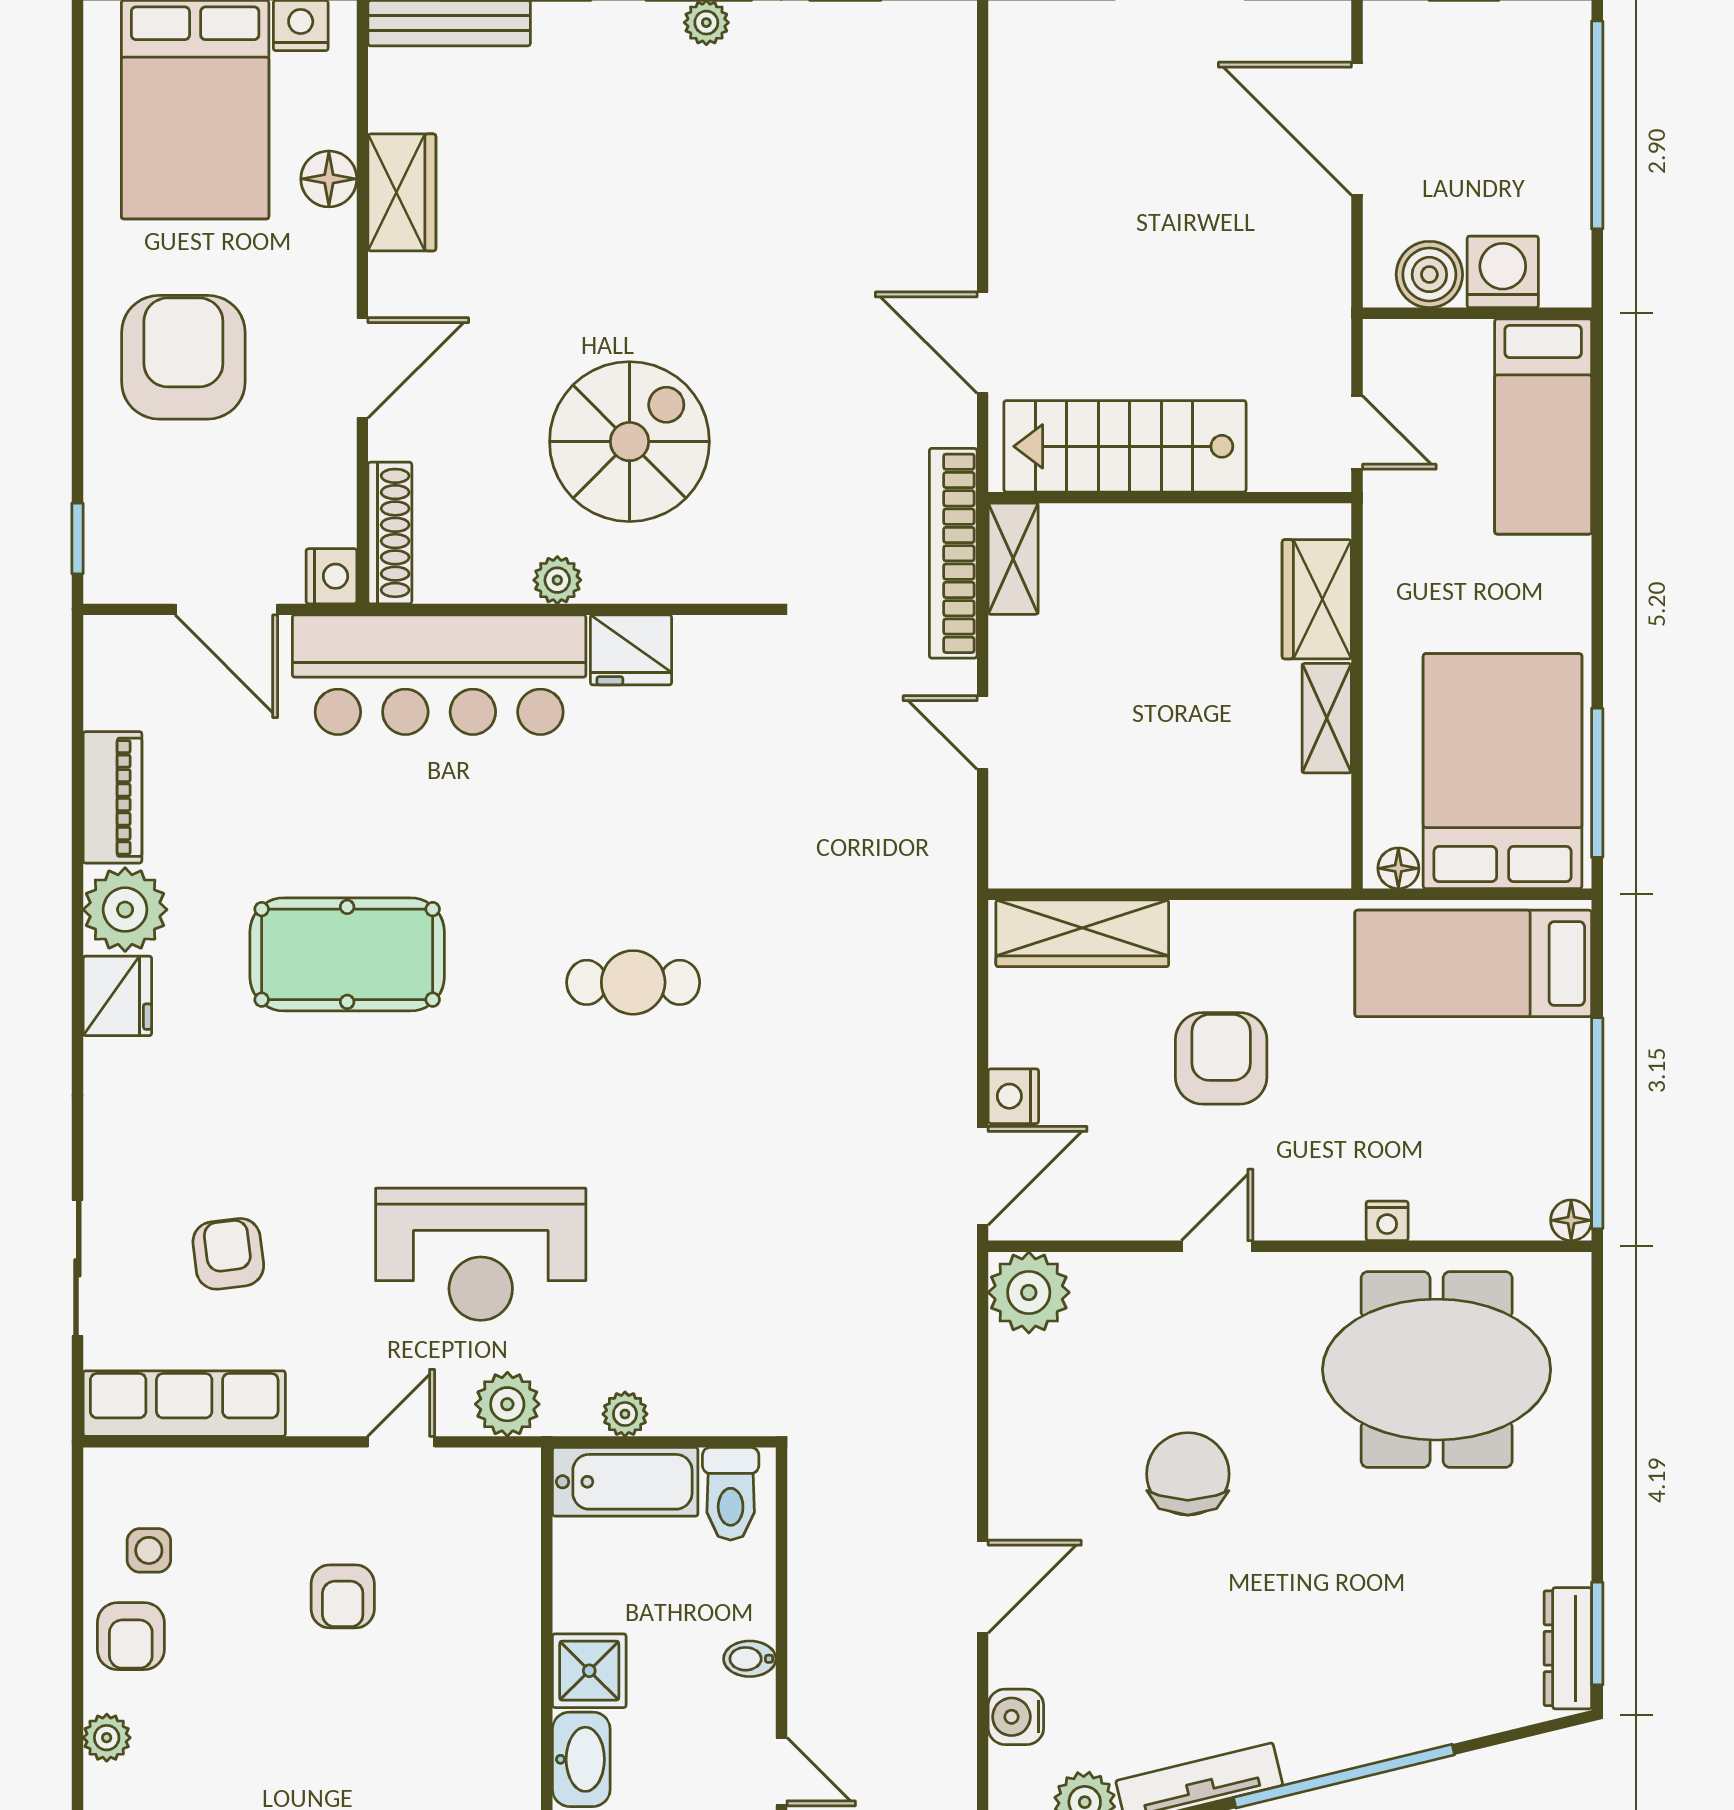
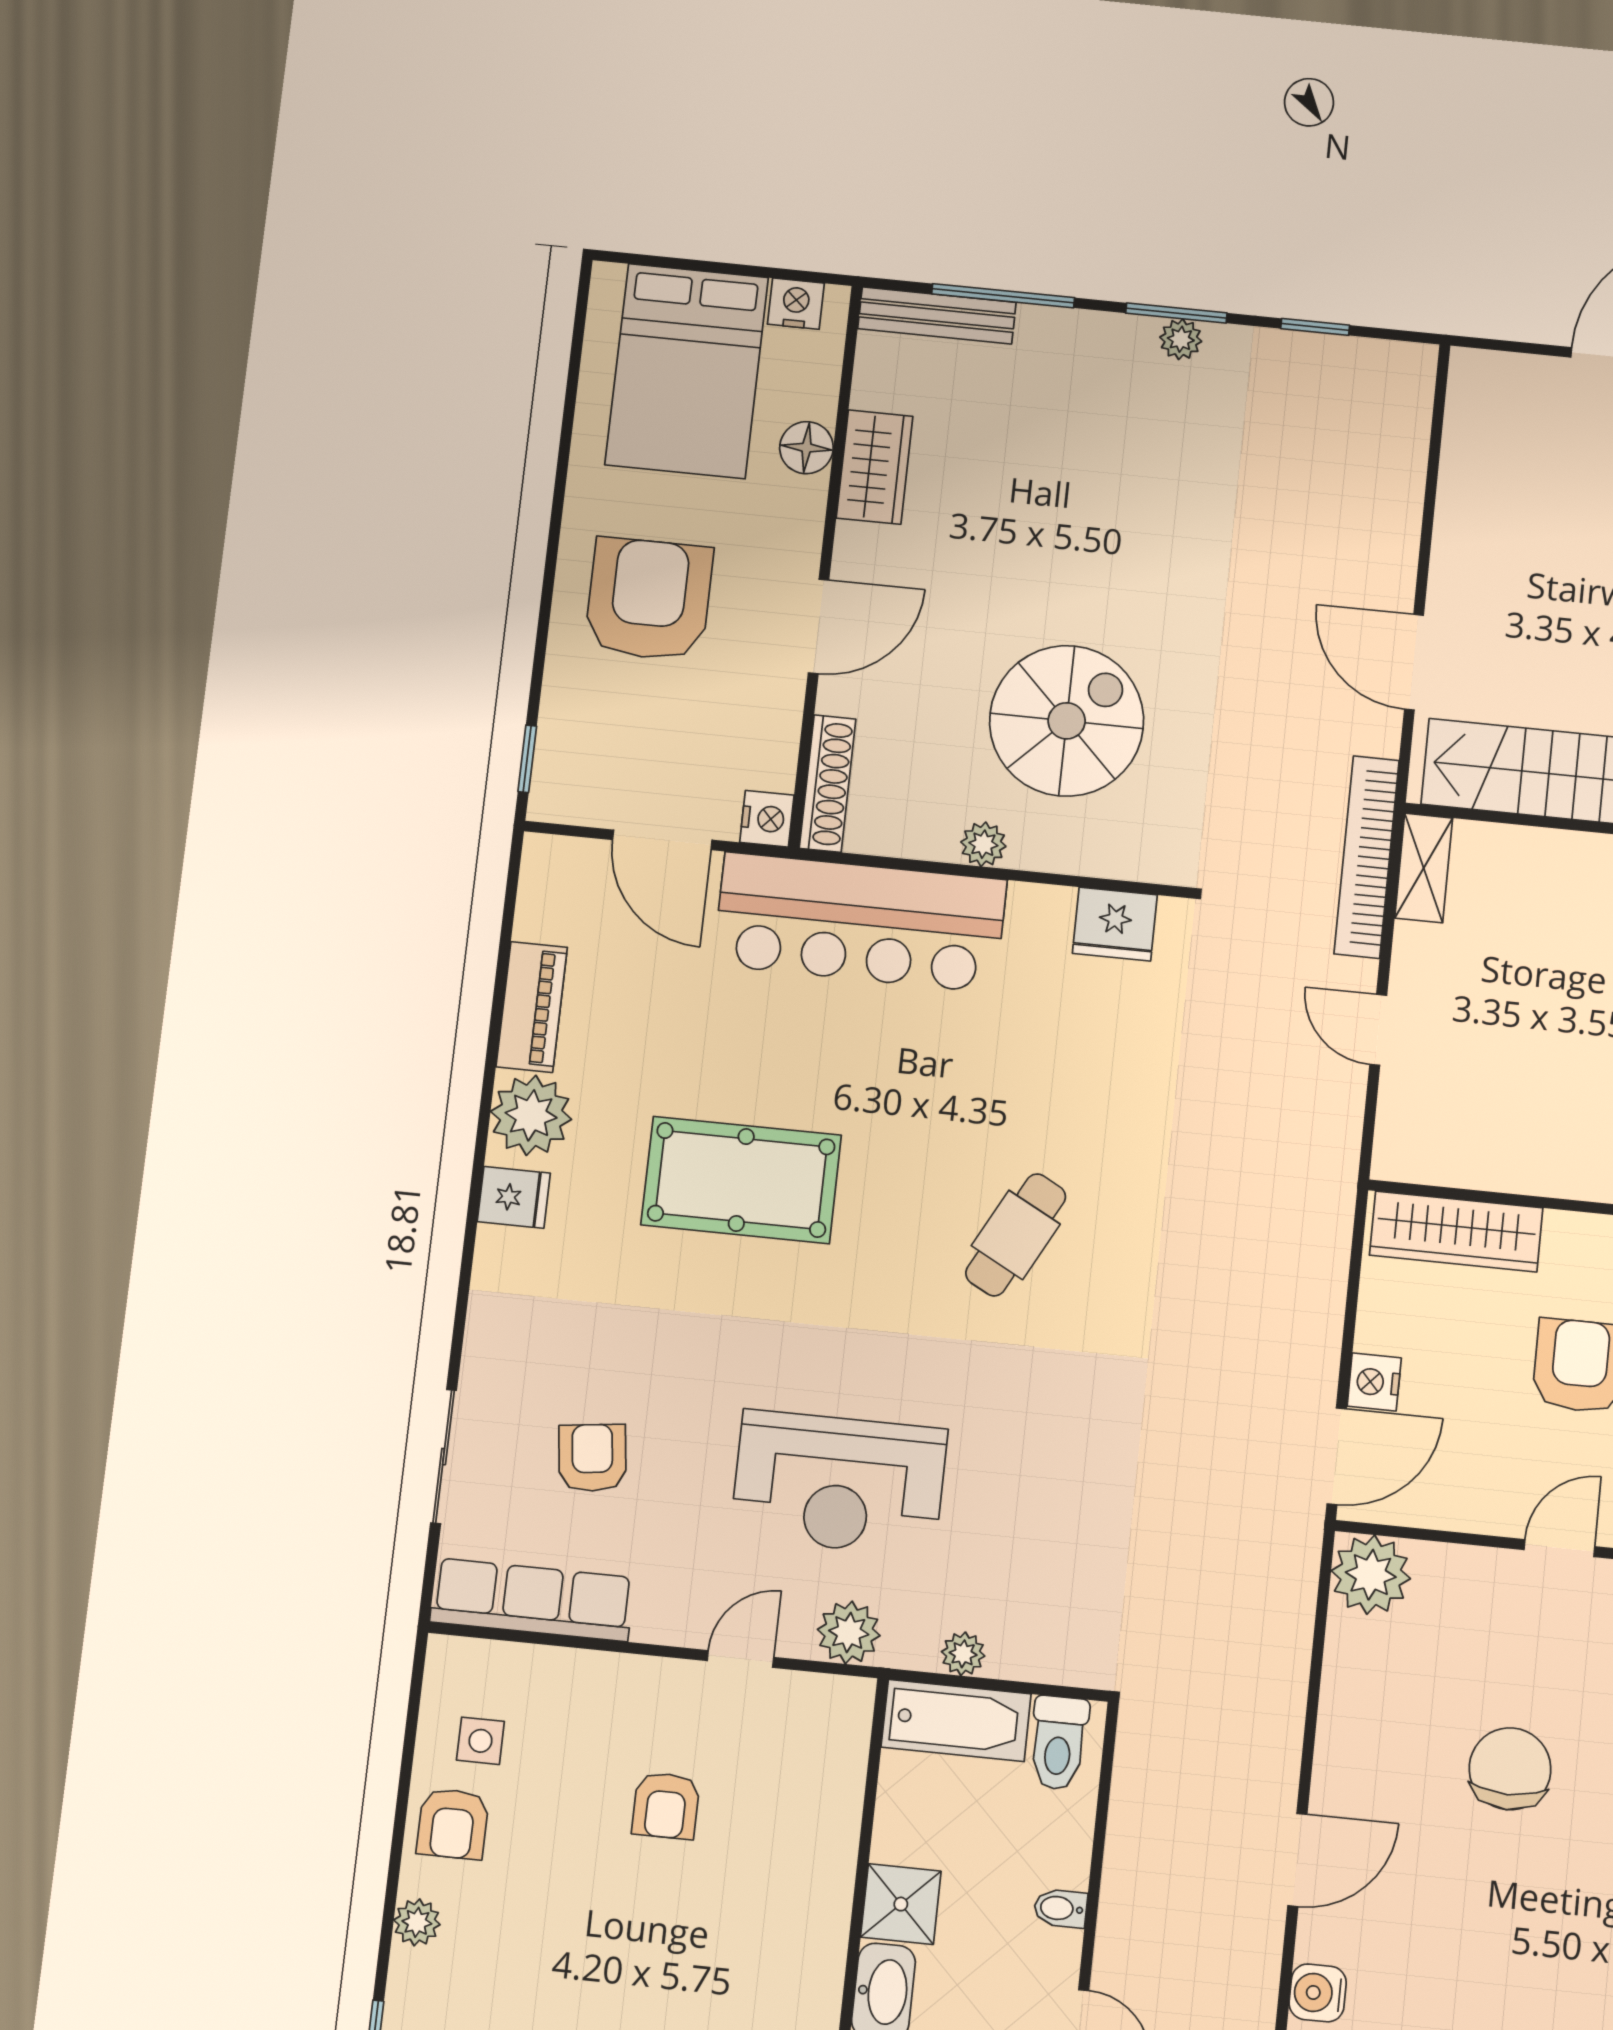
fridge: (631, 650) -> (1115, 924), moved
cafe table: (633, 982) -> (1016, 1235), turned -62
fridge: (117, 996) -> (514, 1197), width x0.72

